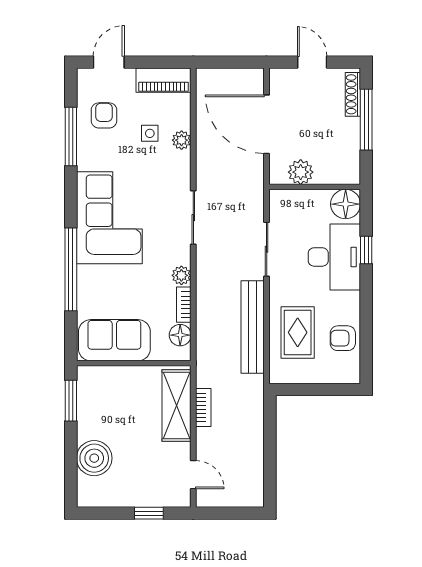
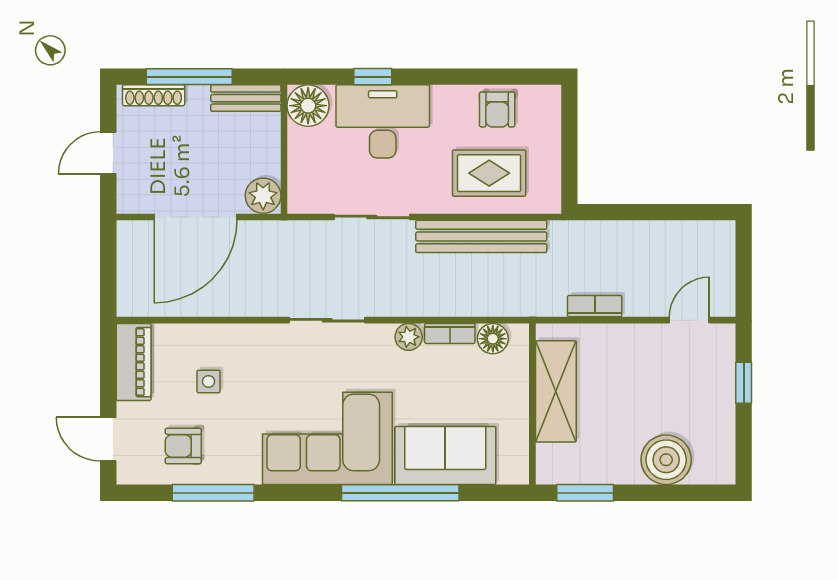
plant: (182, 140) -> (218, 337), removed
bench: (351, 160) -> (246, 98), added
plant: (301, 172) -> (263, 196), moved
sofa: (114, 340) -> (445, 456), moved, turned 90
shelving: (177, 405) -> (556, 391), moved, turned 90

